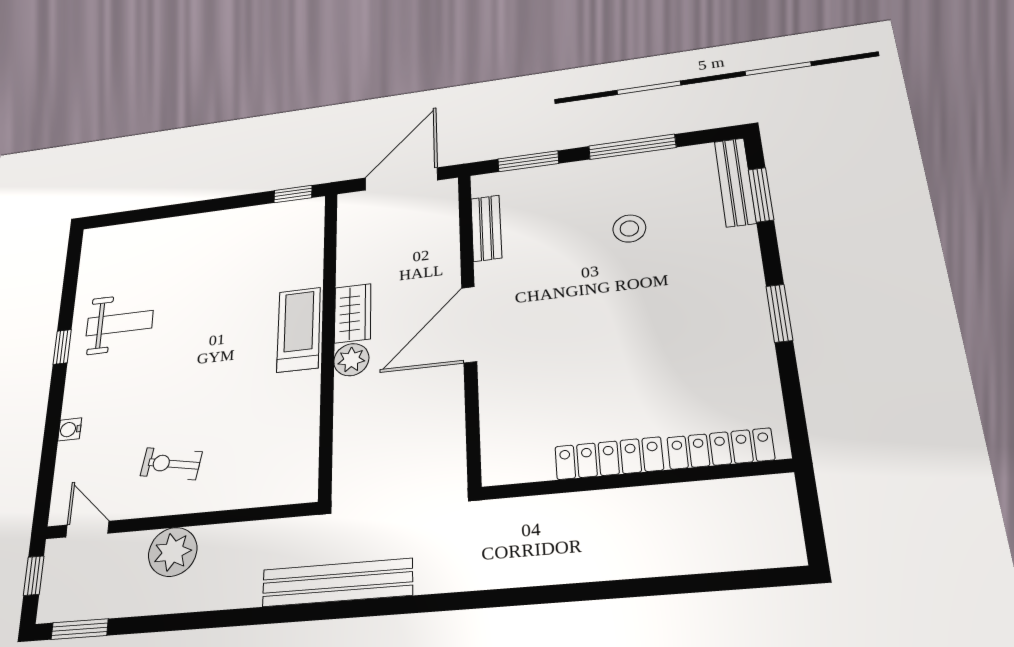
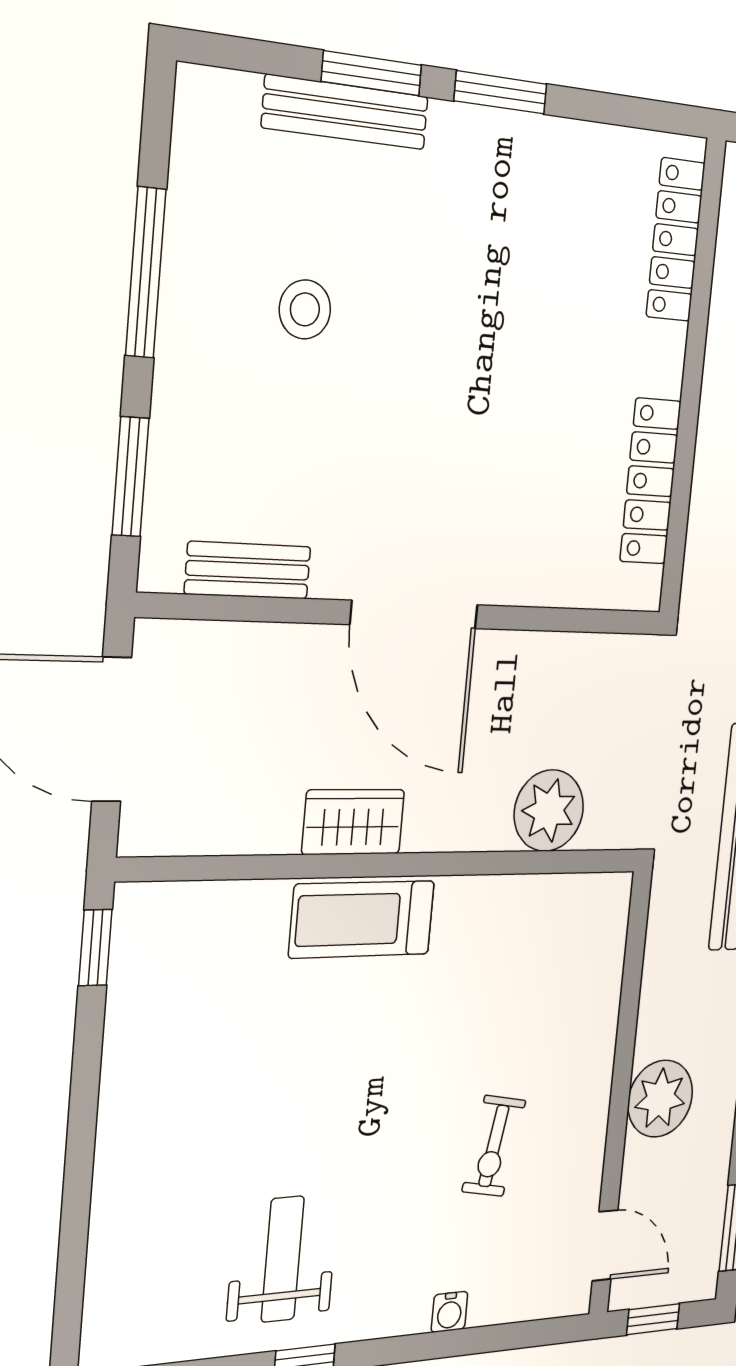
bench: (735, 182) -> (346, 112), moved
window: (761, 195) -> (372, 73), moved
plant: (351, 360) -> (549, 811), moved, width x1.36, depth x1.36
locker: (609, 458) -> (651, 481), moved
exercise bike: (171, 464) -> (494, 1146), moved
door: (87, 529) -> (605, 1245), swing flipped

